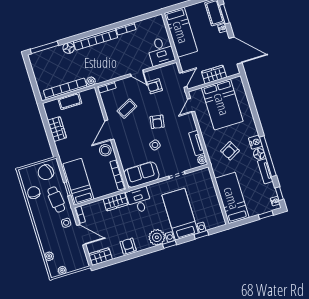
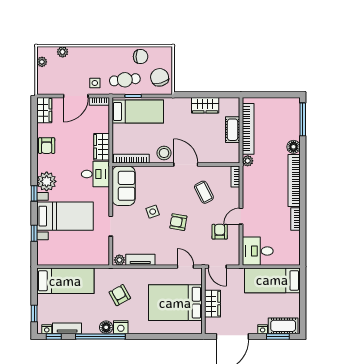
tv unit: (265, 171) -> (67, 328), moved
armchair: (128, 246) -> (47, 146), turned 90

